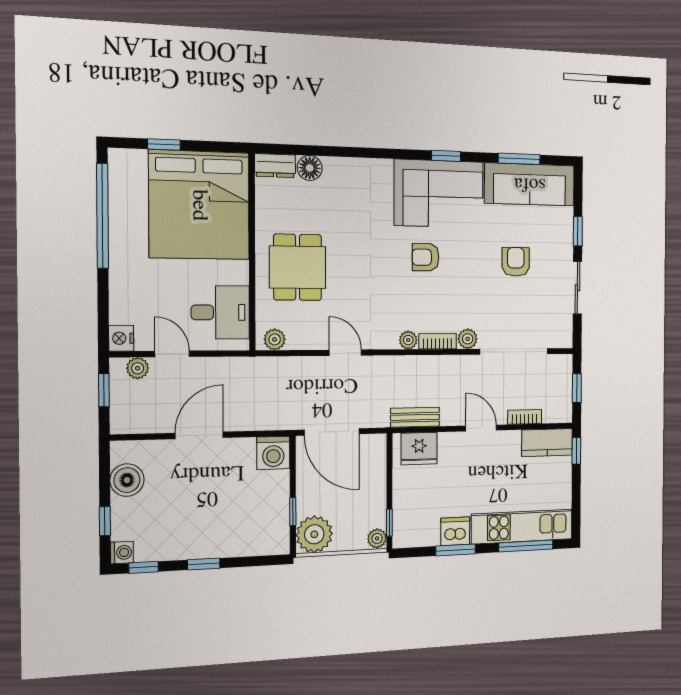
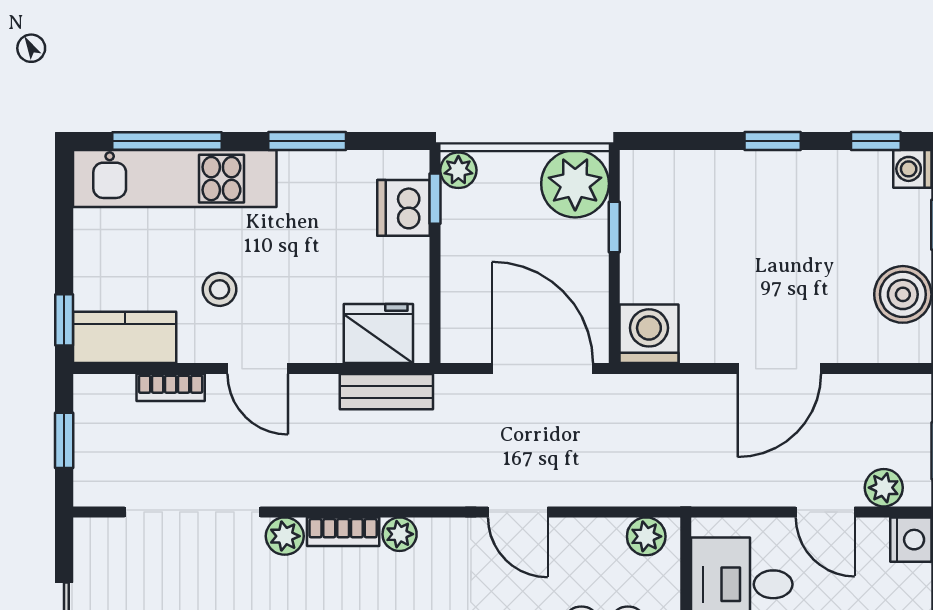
stool: (500, 469) -> (220, 289), added
dishwasher: (455, 531) -> (403, 208), moved, turned 90

